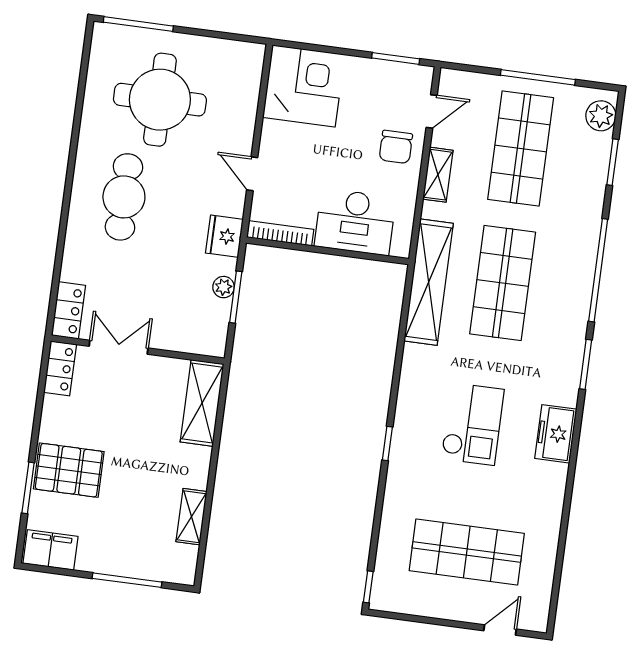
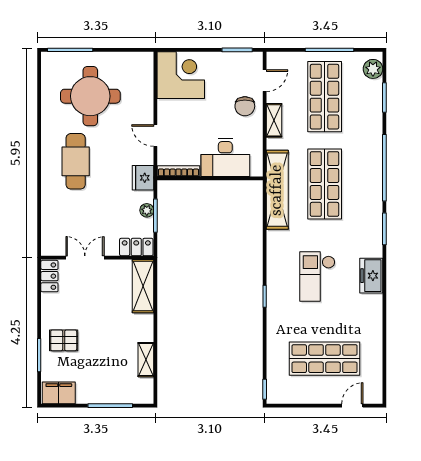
locker: (68, 310) -> (136, 247), moved, turned -90
checkout: (473, 424) -> (317, 277), turned 180
pallet: (69, 470) -> (64, 340), width x0.67, depth x0.71

